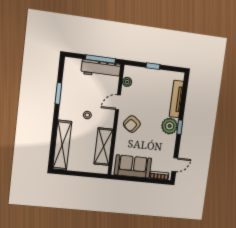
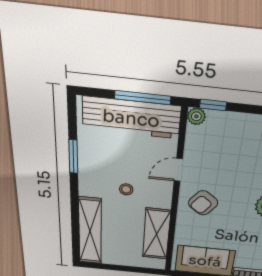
window: (153, 66) -> (213, 105), moved
workbench: (101, 69) -> (131, 118), width x1.36, depth x1.32
plant: (127, 82) -> (196, 116), moved

